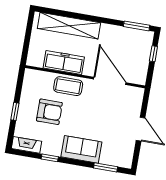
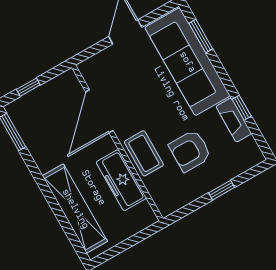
armchair: (49, 112) -> (190, 151), turned -90
fireplace: (26, 145) -> (234, 120), moved
sofa: (81, 149) -> (187, 62), width x1.85, depth x1.27

